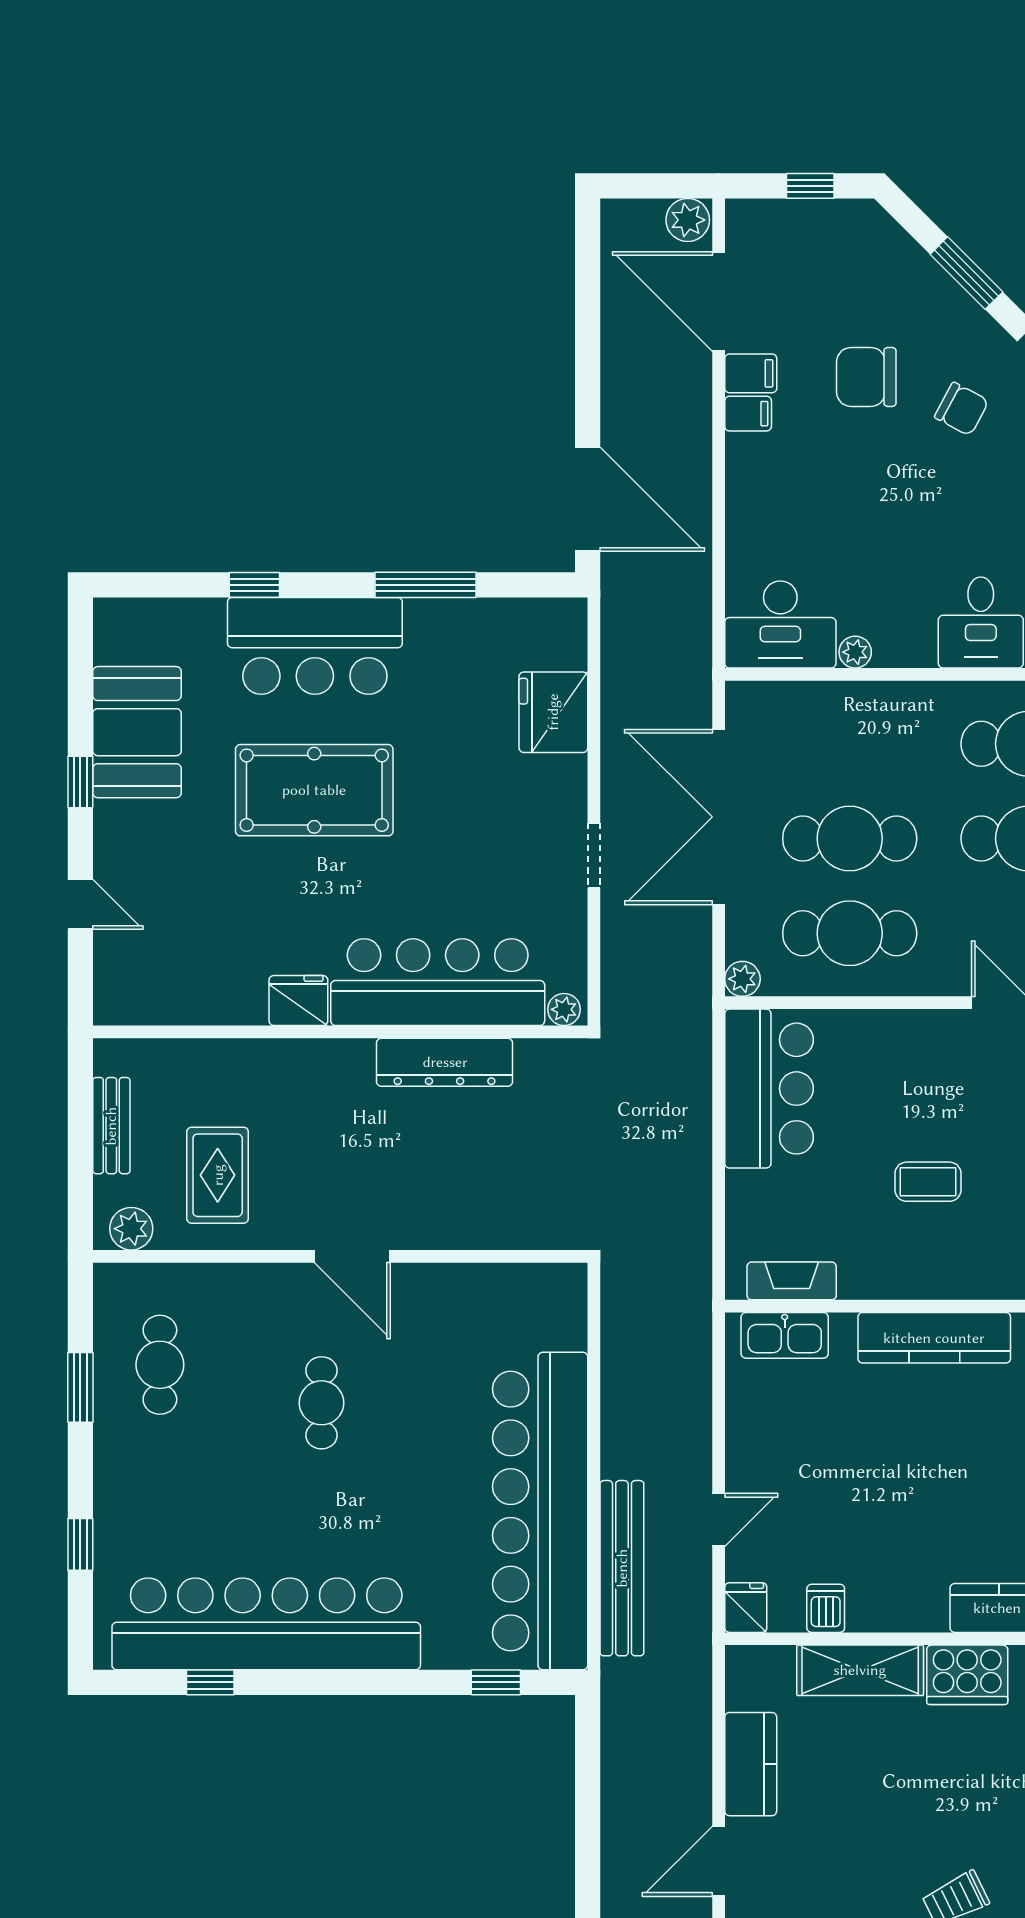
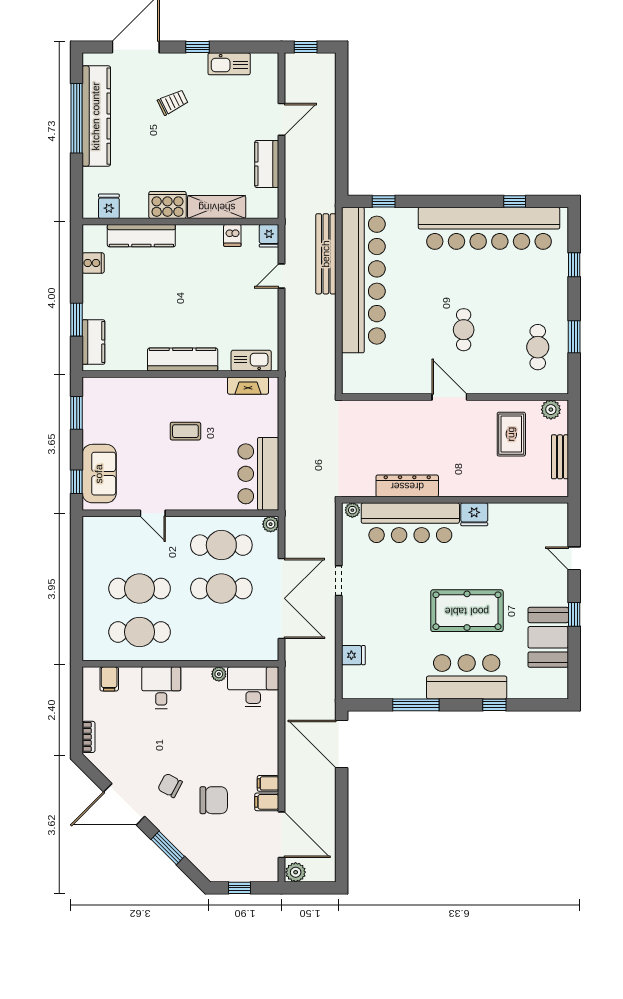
fridge: (553, 712) -> (353, 655), width x0.53, depth x0.75

